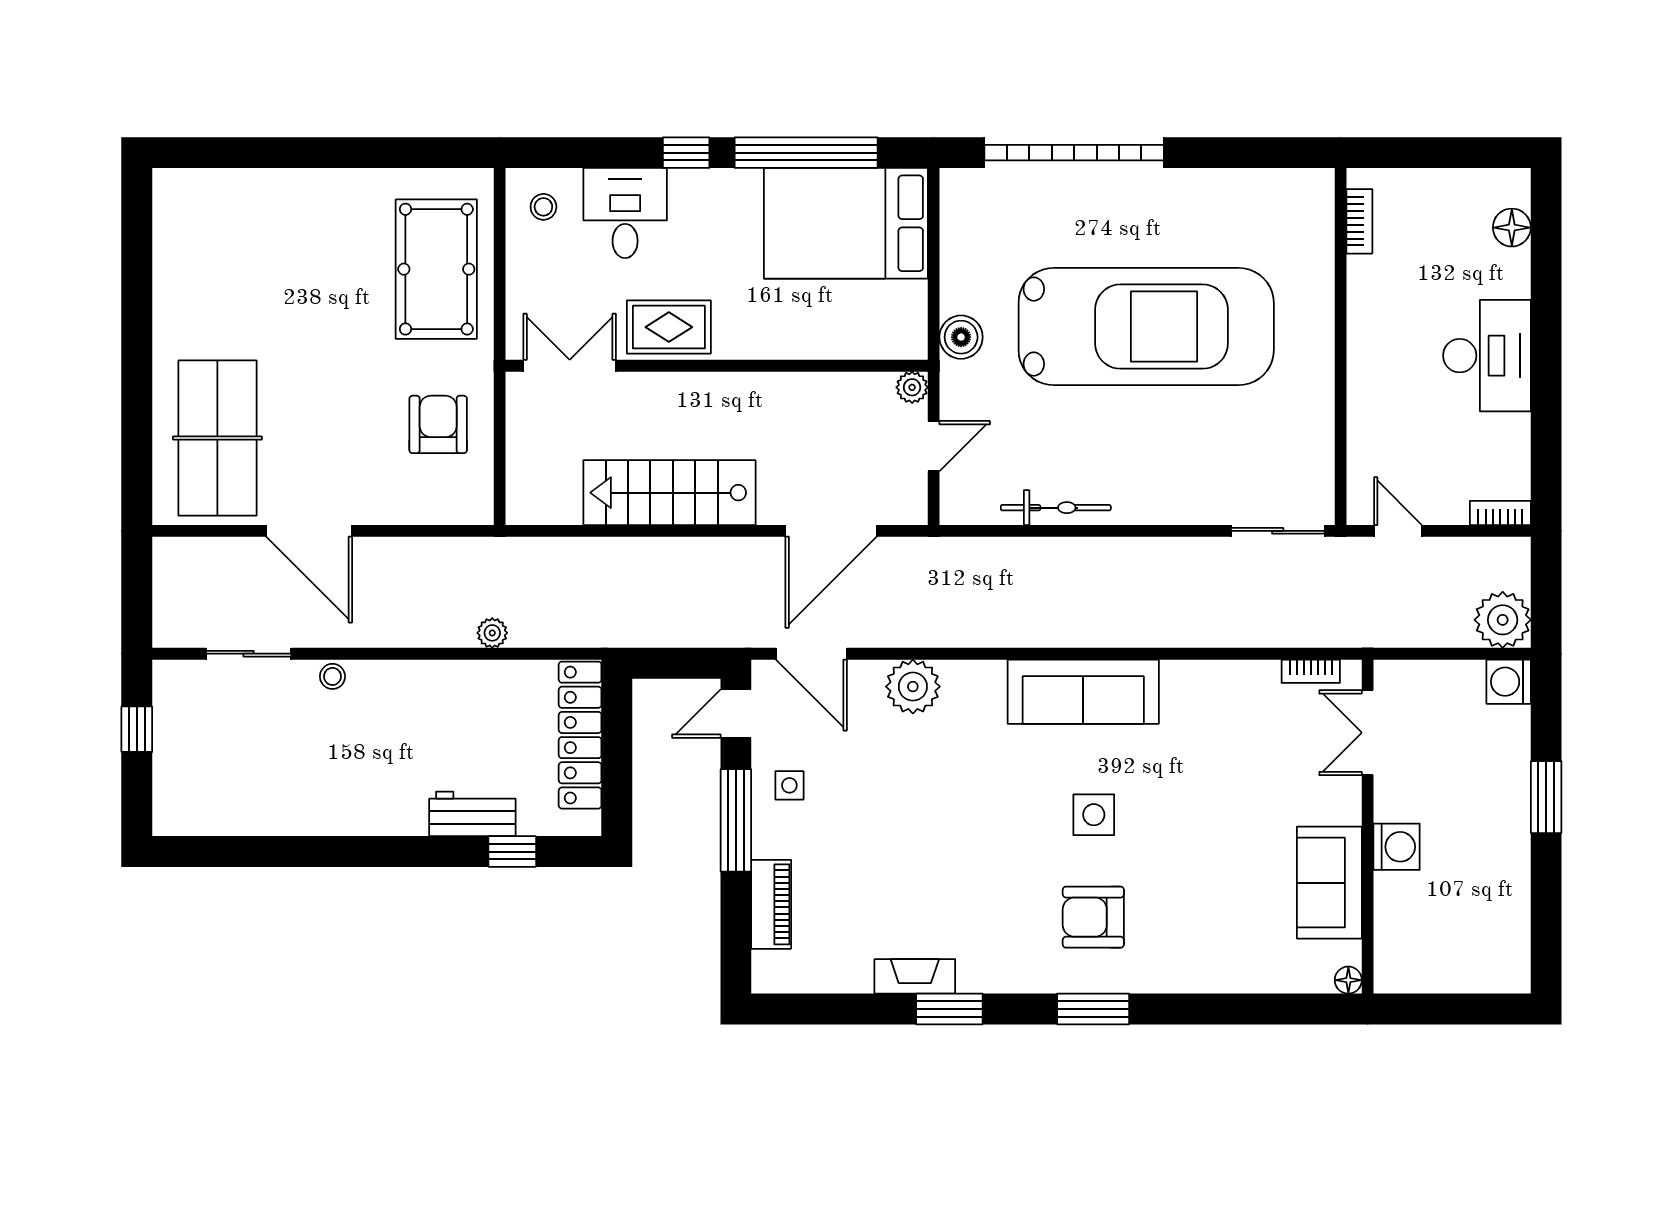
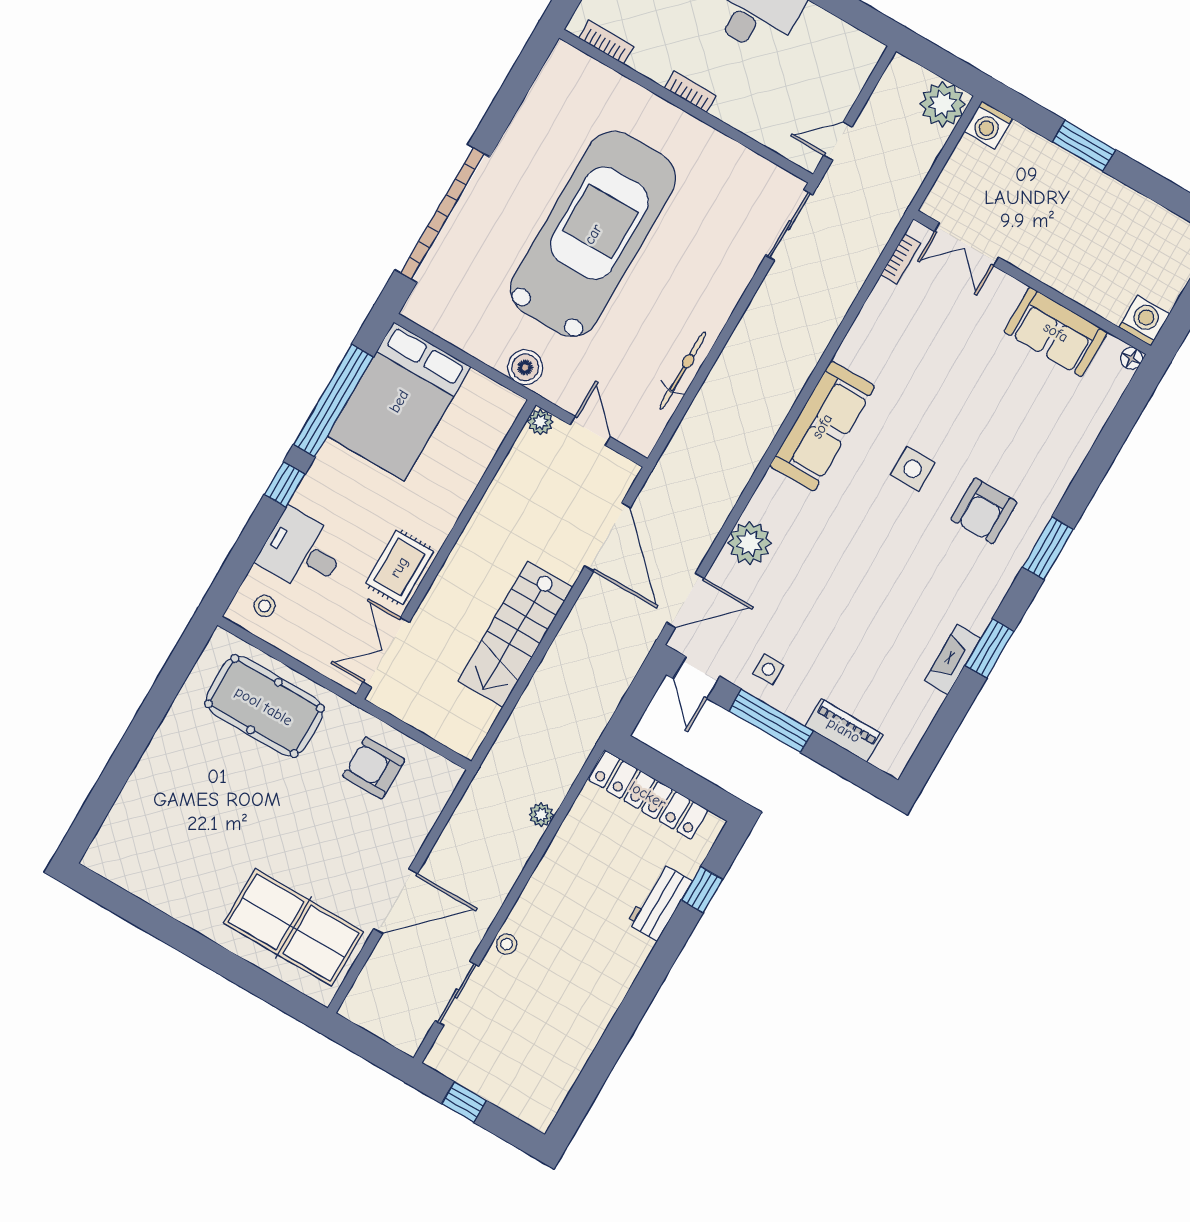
bookcase: (1500, 513) -> (690, 92), moved, turned 90
washing machine: (1397, 847) -> (1144, 321), moved

